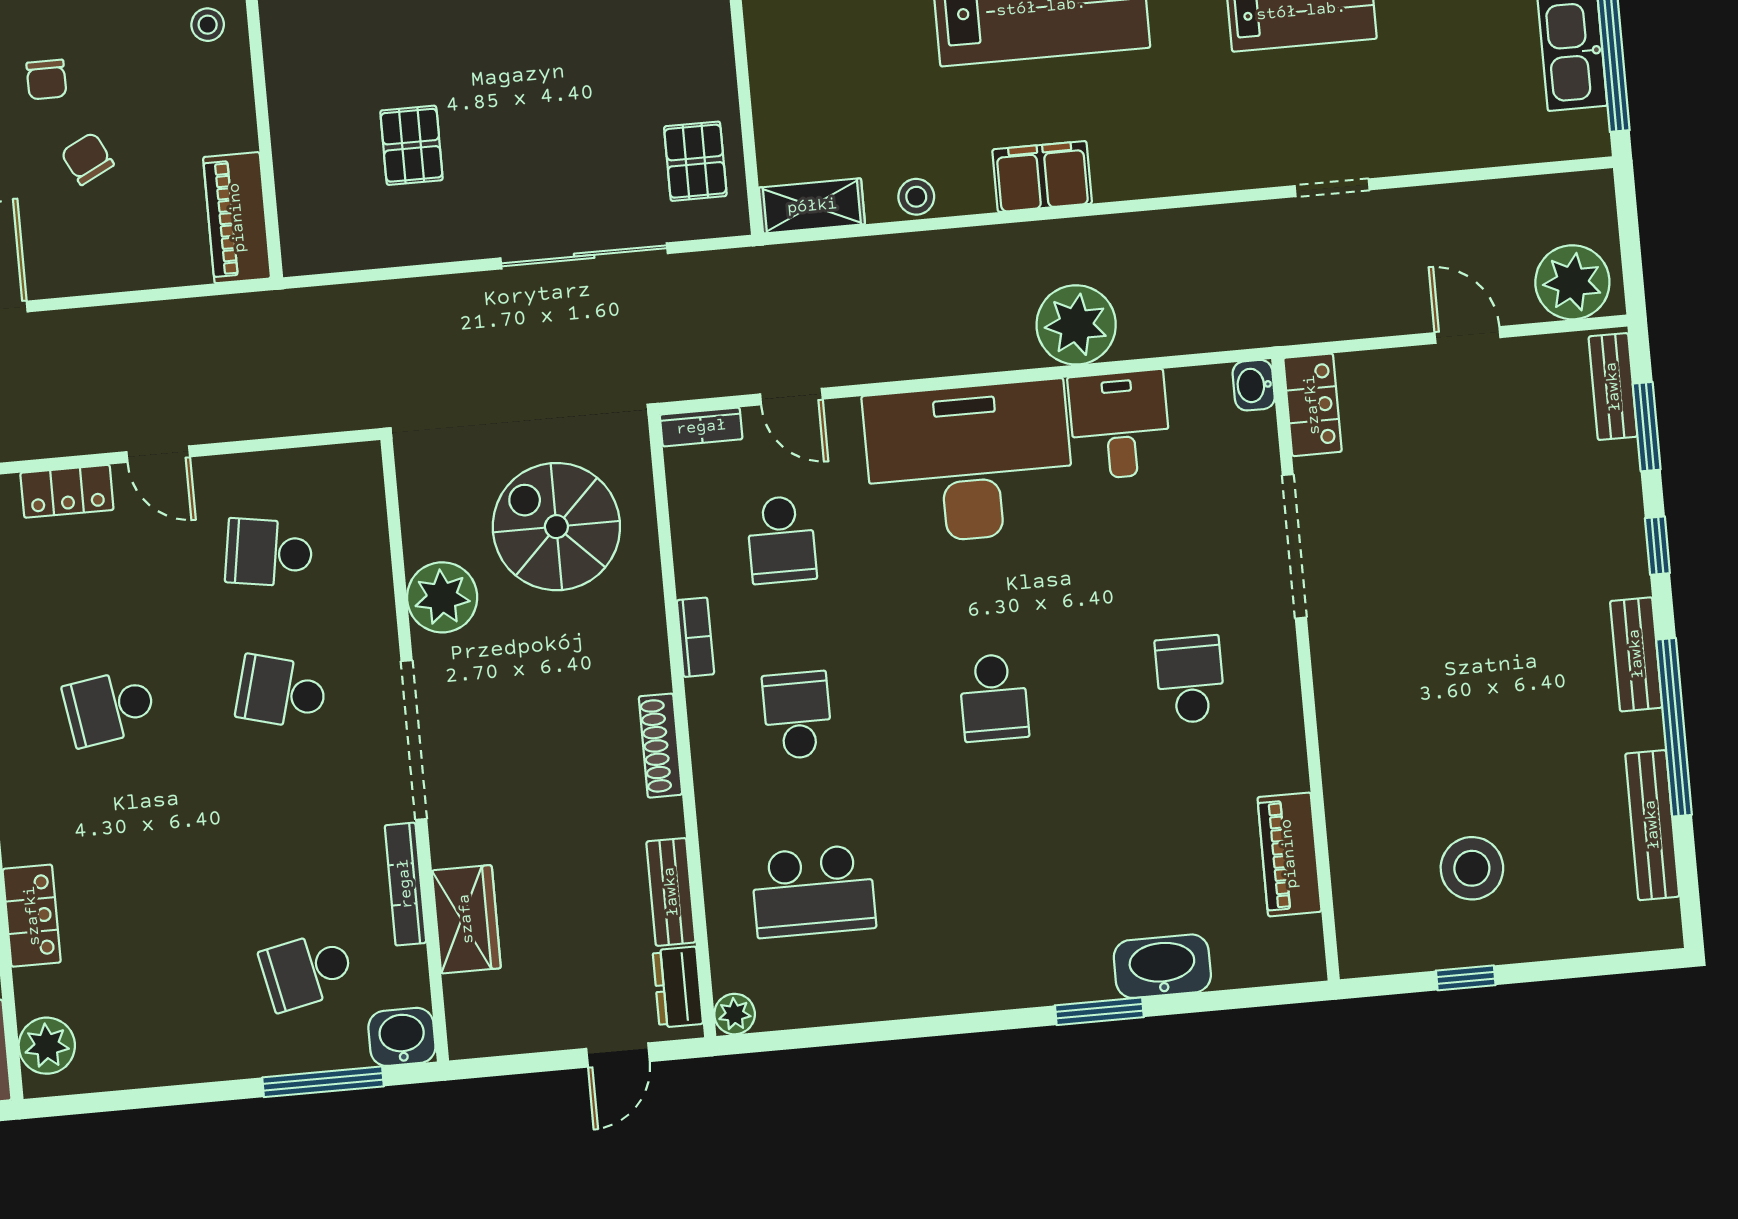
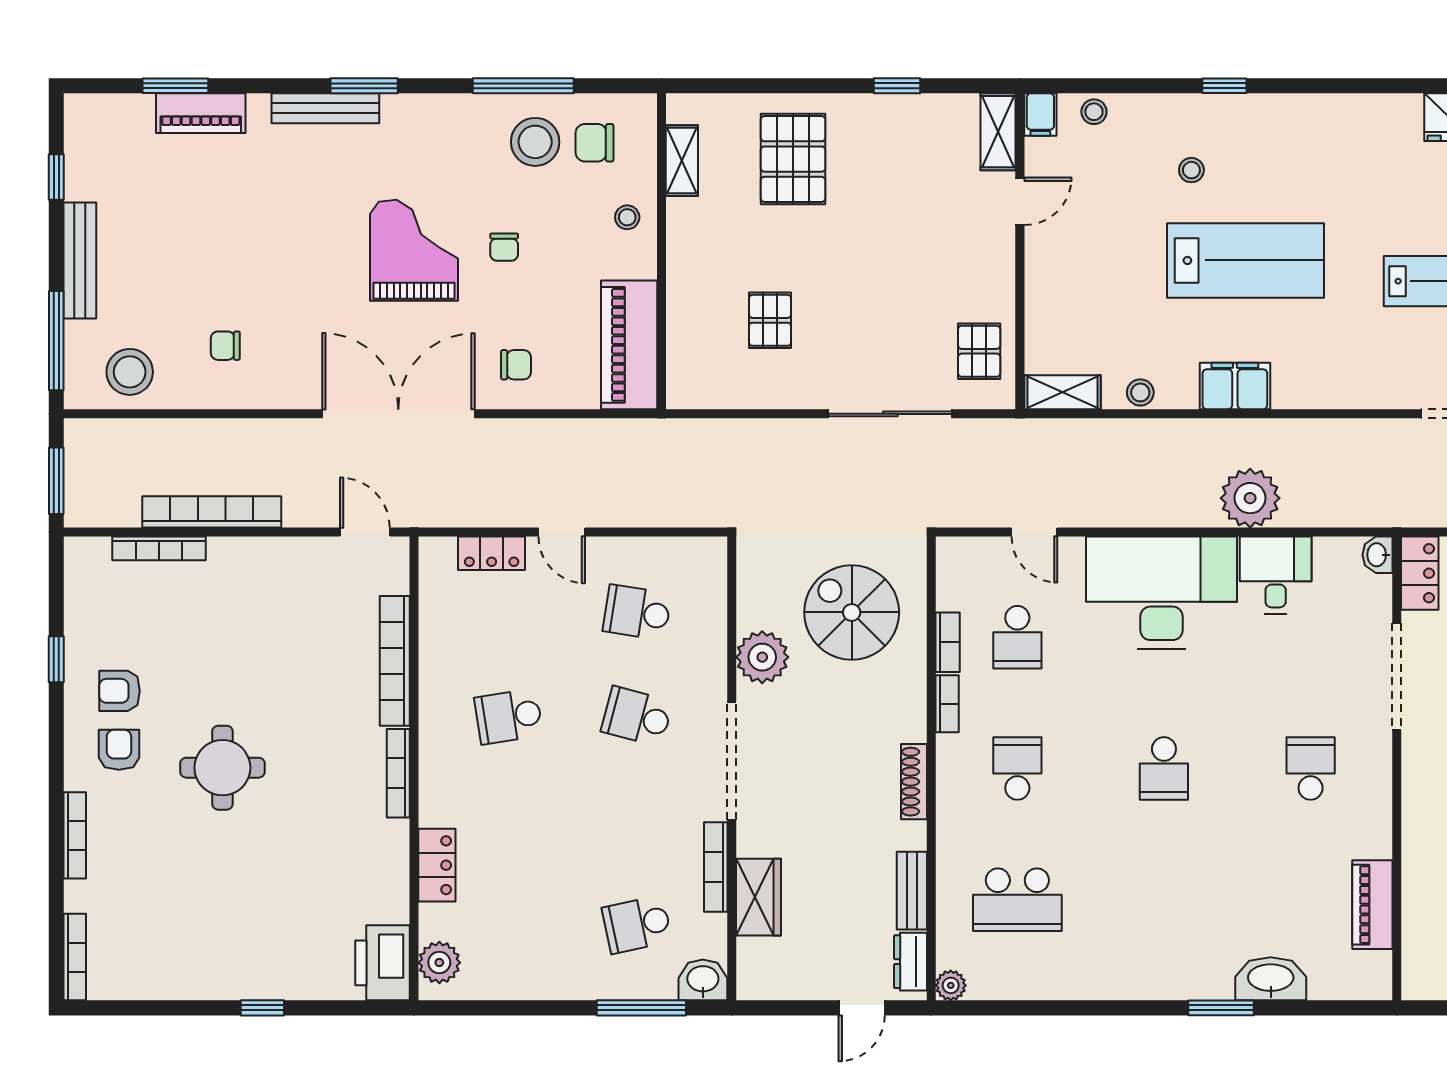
chair: (87, 159) -> (516, 365), moved, turned 117
piano: (237, 218) -> (629, 345), width x1.37, depth x1.33
bookcase: (701, 427) -> (948, 642), moved, turned -90

